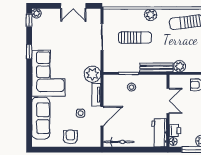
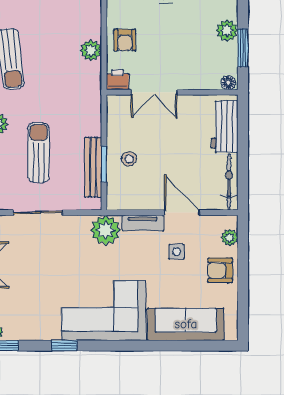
plant: (180, 66) -> (91, 50), moved
bench: (156, 67) -> (93, 167), moved
double door: (168, 101) -> (154, 92), swing flipped
printer: (175, 131) -> (118, 80), moved
workbench: (159, 133) -> (225, 127), moved, turned 90
plant: (88, 142) -> (230, 238), added

